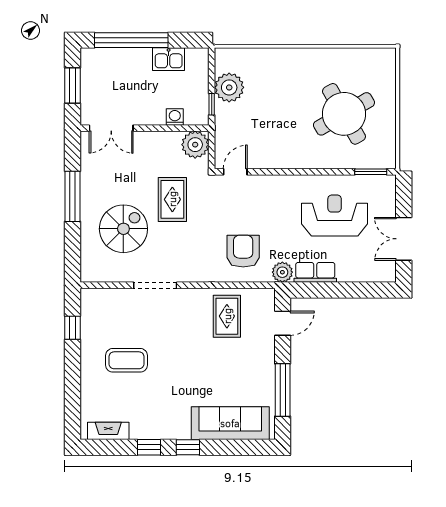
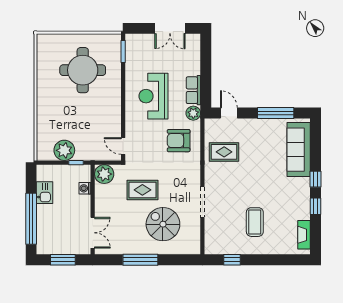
round table: (344, 114) -> (83, 70), turned 30
reception desk: (335, 216) -> (154, 96), moved

